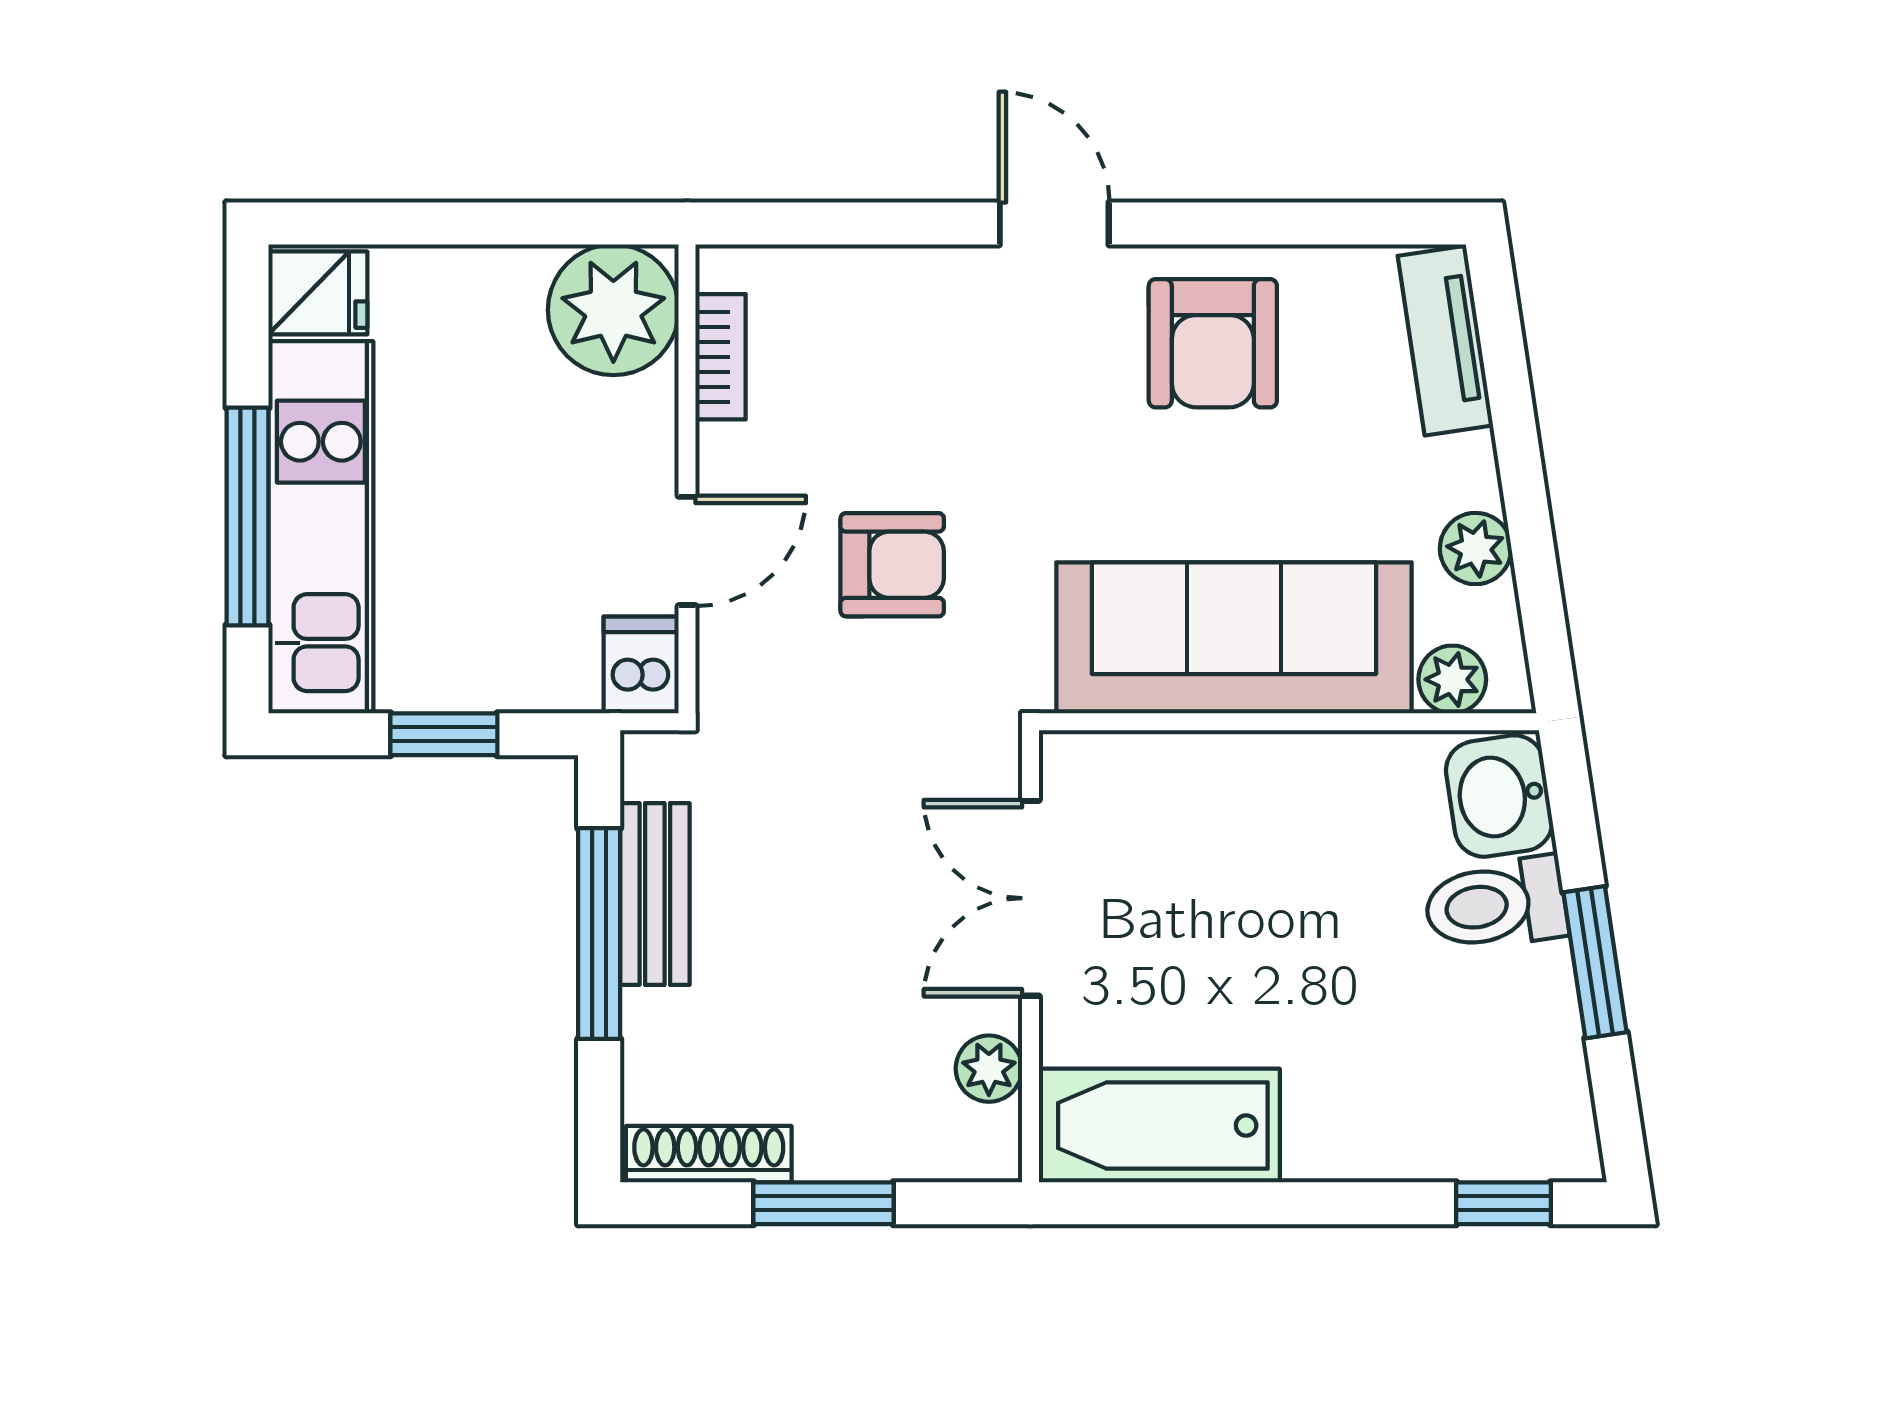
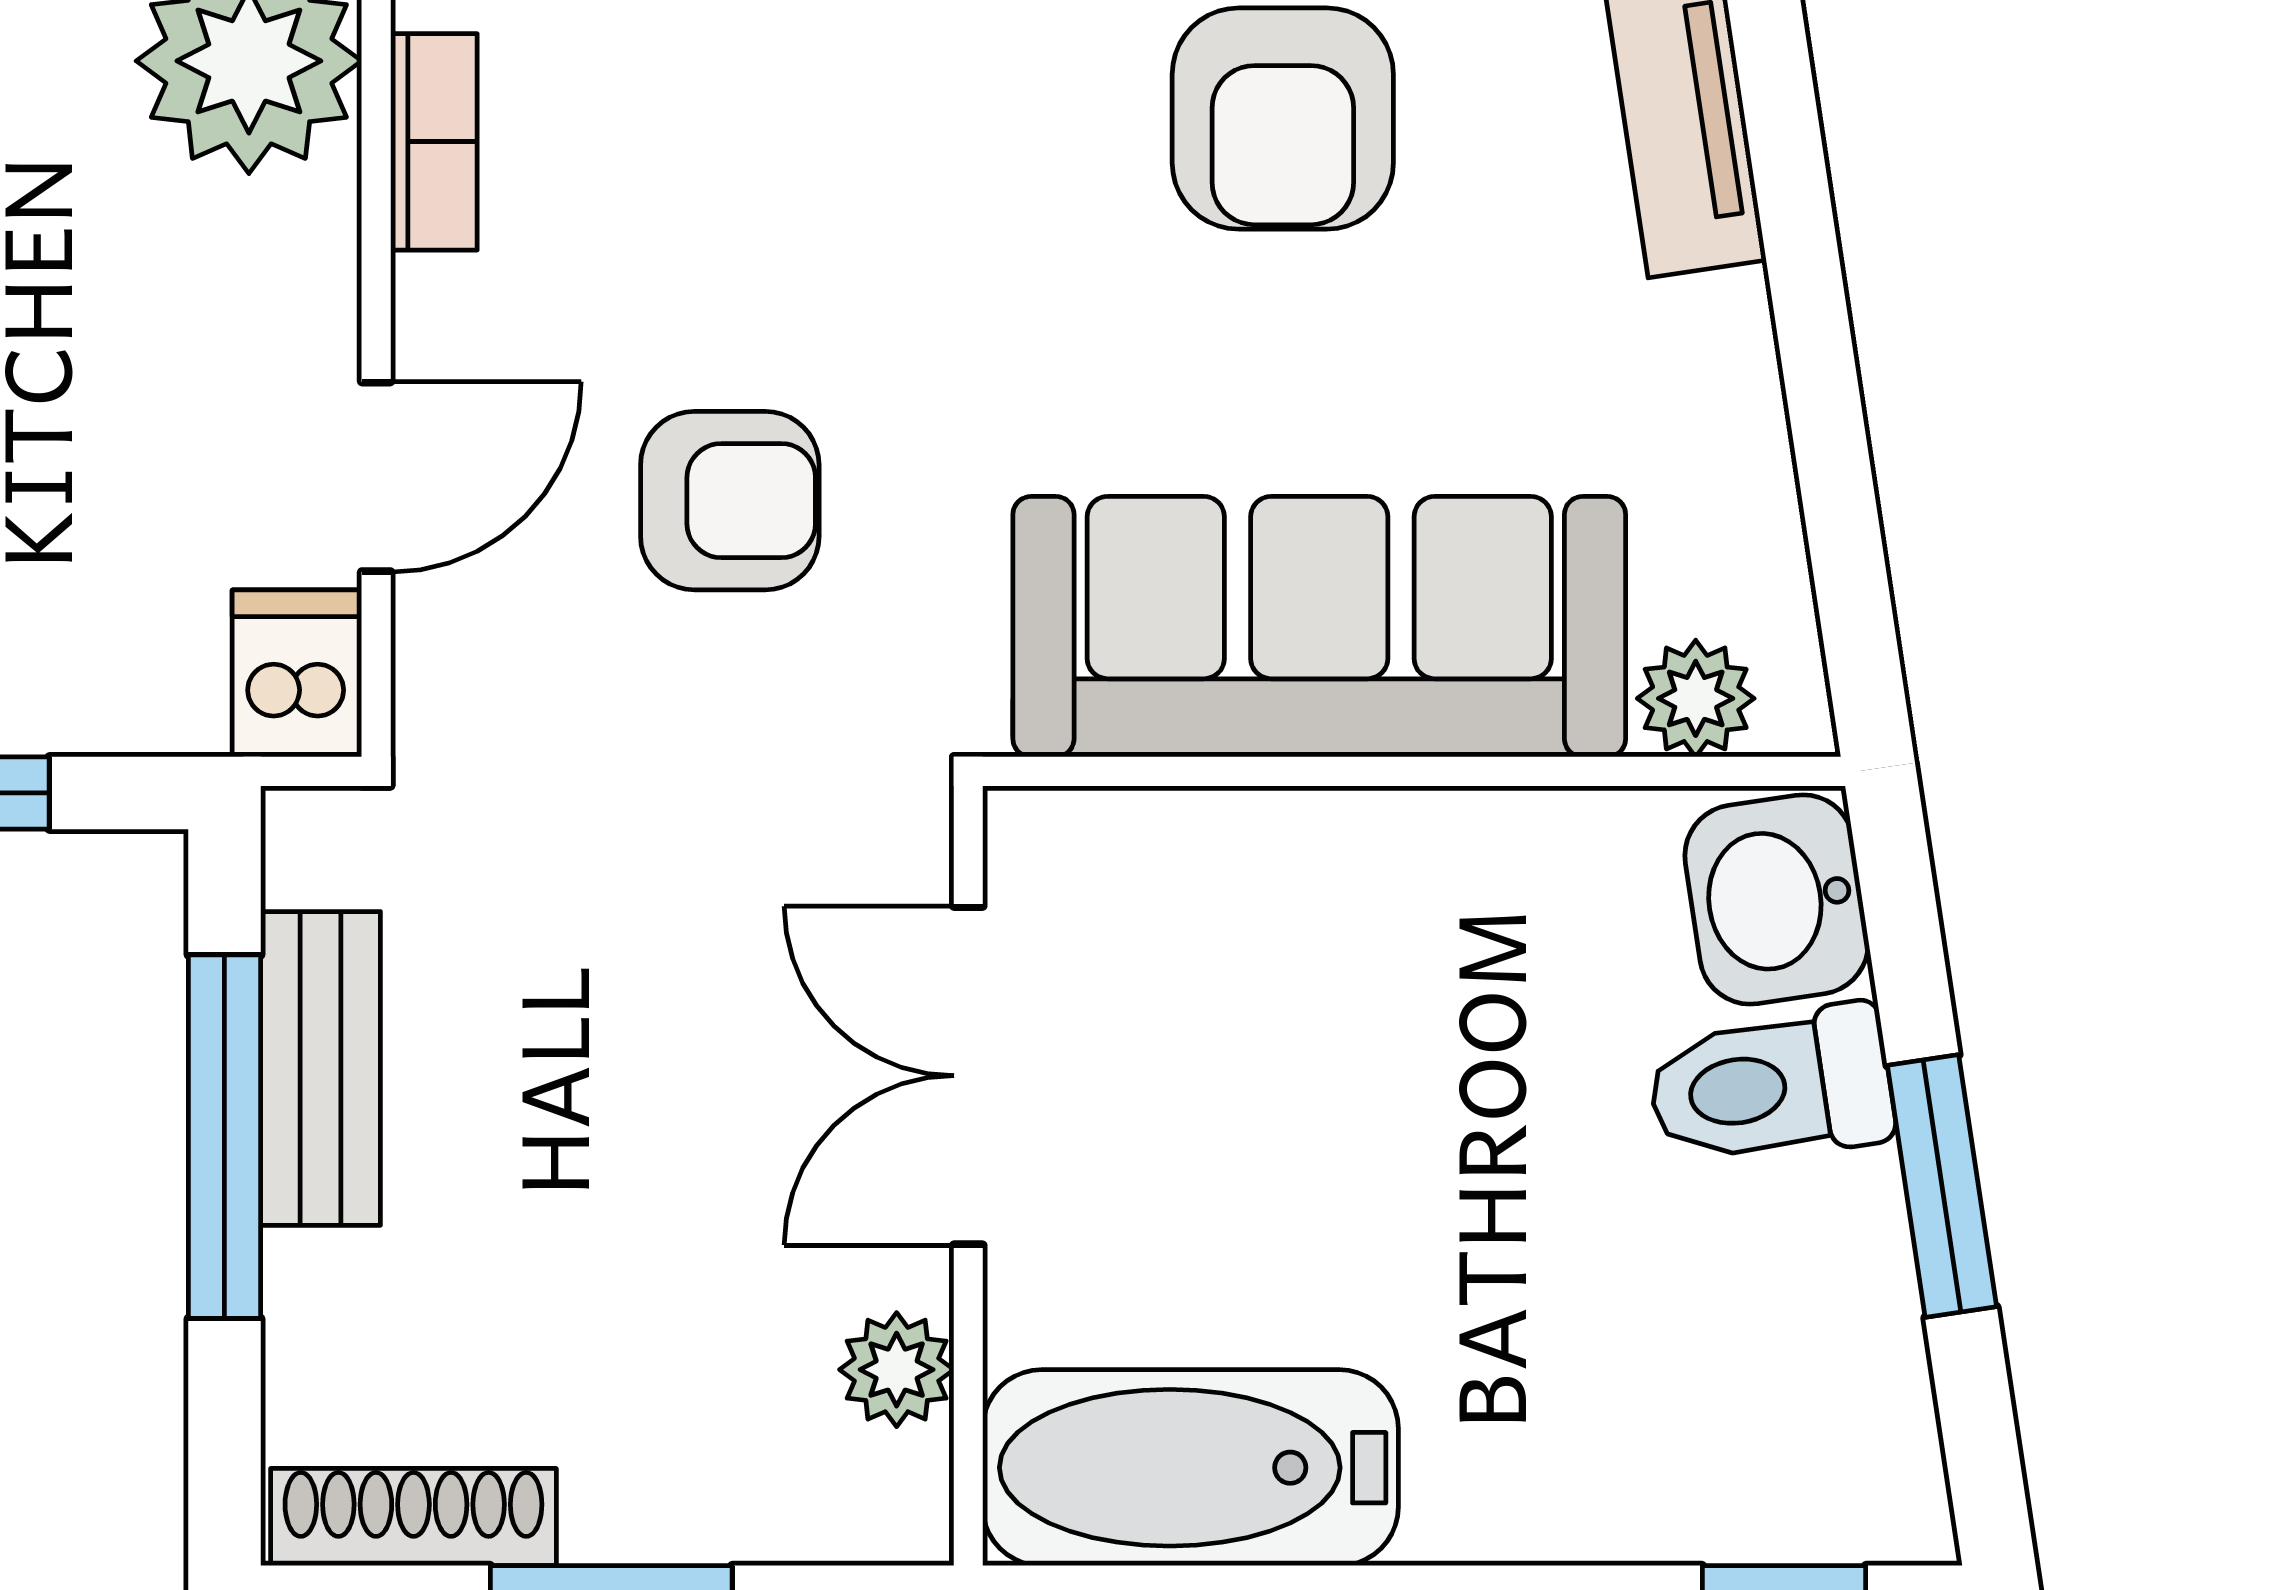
plant: (1476, 549) -> (1736, 473), removed

